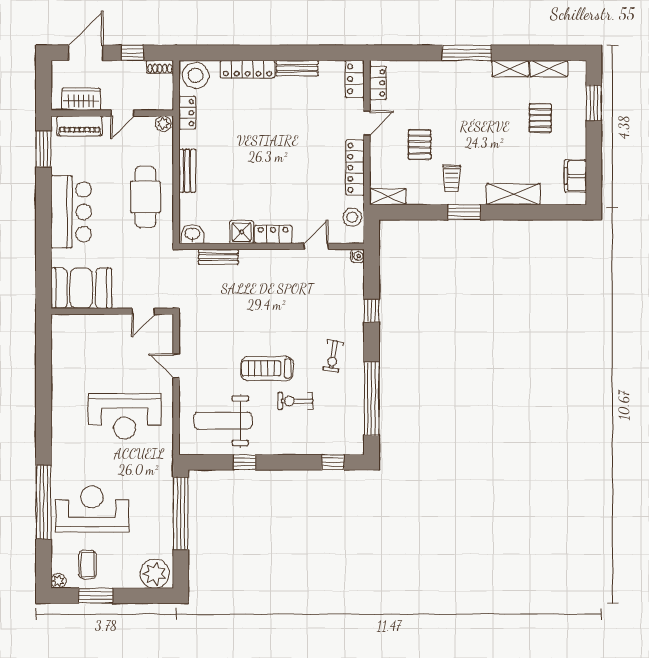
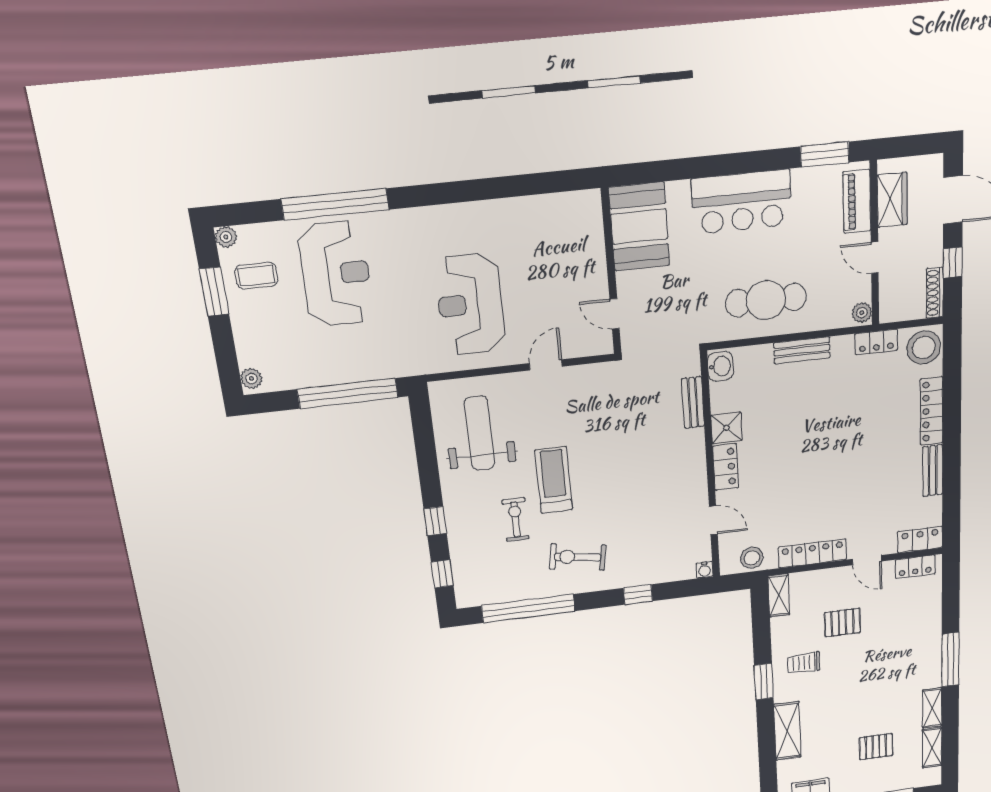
shoe rack: (160, 67) -> (935, 293), width x1.43
exercise bike: (333, 356) -> (578, 557), width x1.38, depth x1.39
window: (245, 462) -> (435, 521), moved
plant: (155, 574) -> (251, 378), width x0.53, depth x0.53

